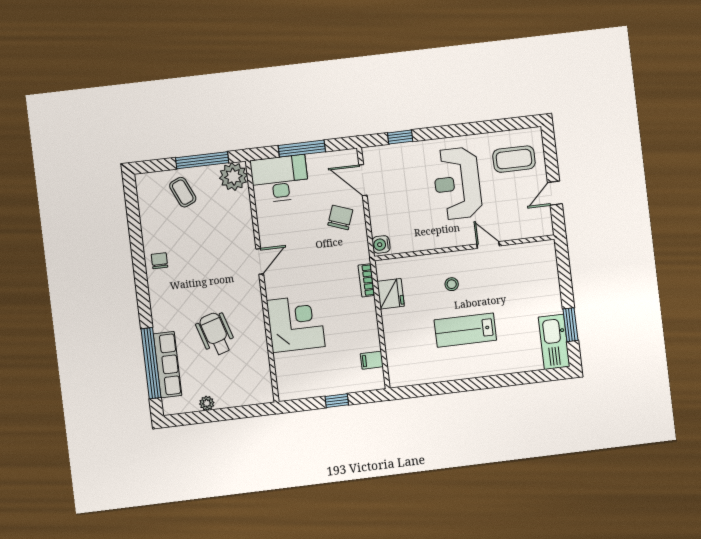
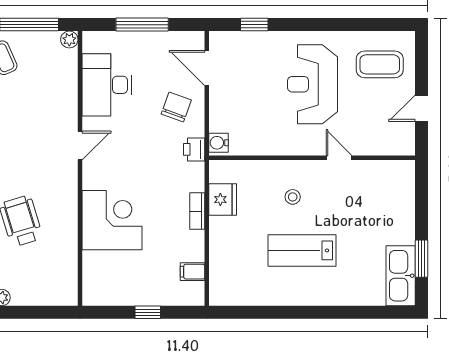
plant: (233, 177) -> (69, 40), width x0.53, depth x0.53
desk: (280, 179) -> (107, 85), moved, turned -90
printer: (360, 253) -> (194, 149), added
bookcase: (366, 280) -> (197, 211), moved

